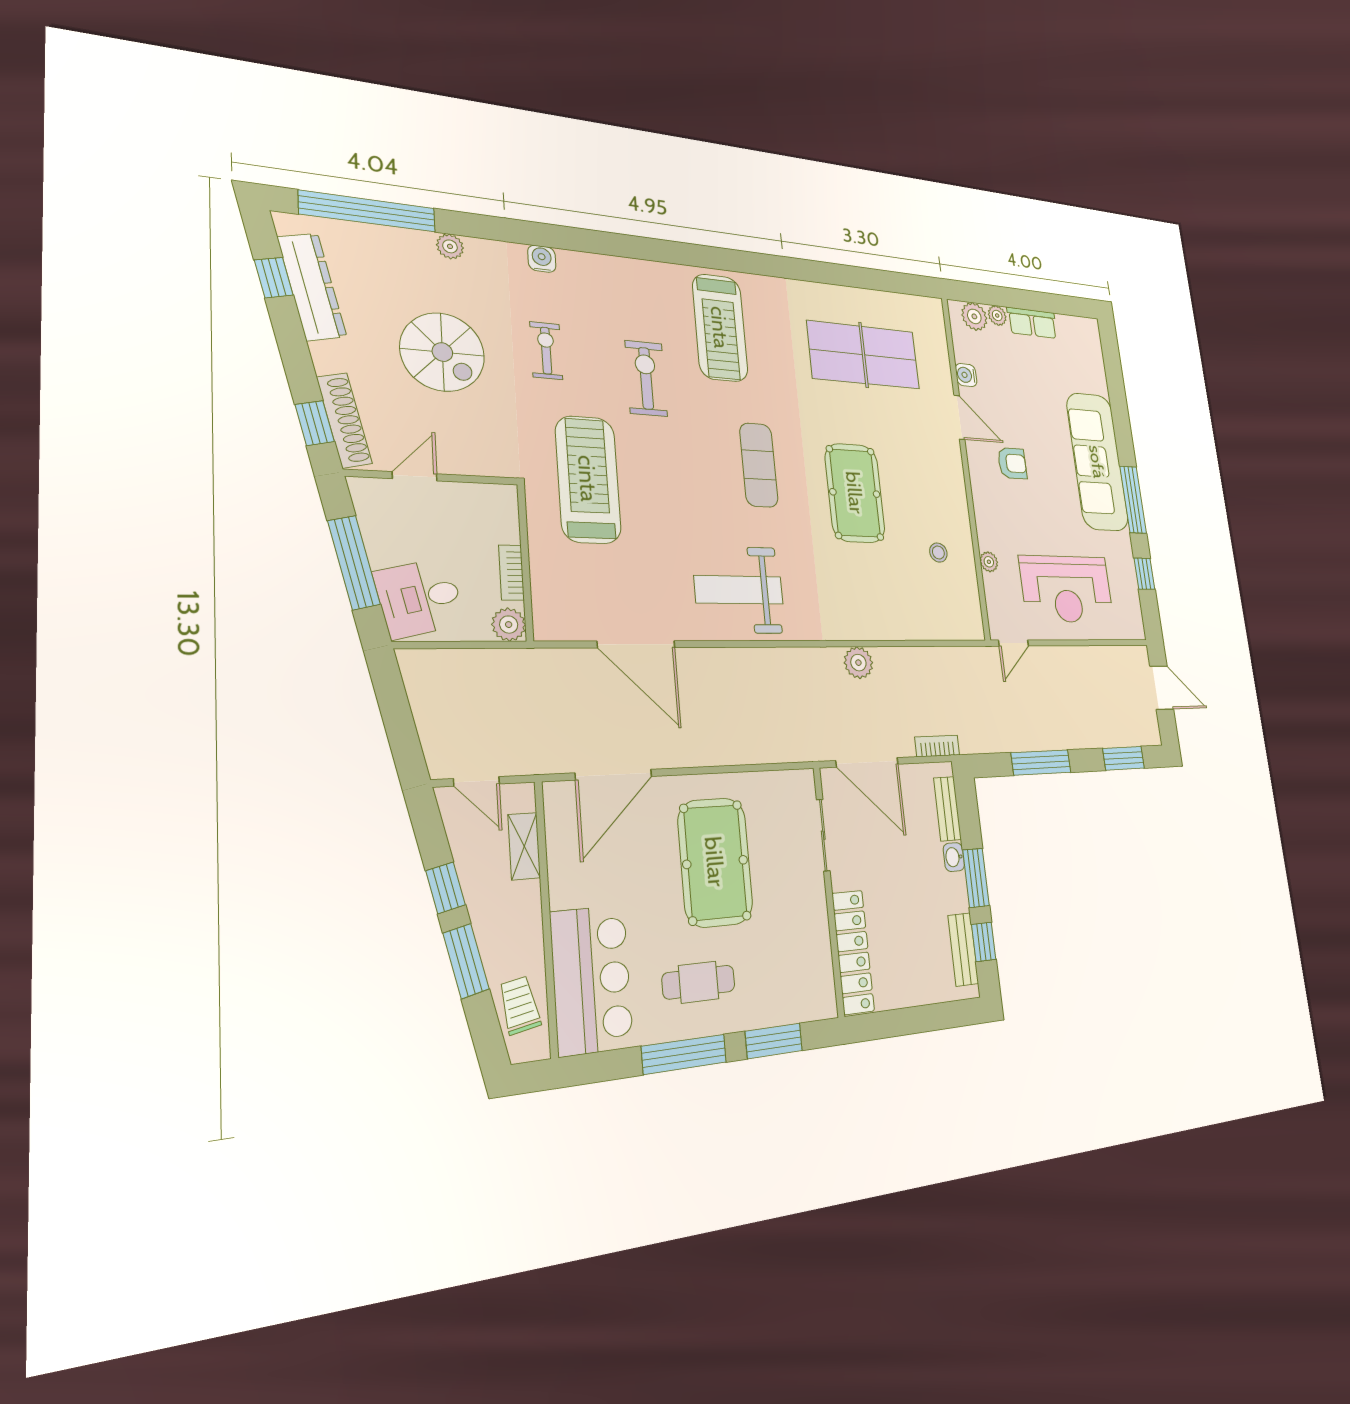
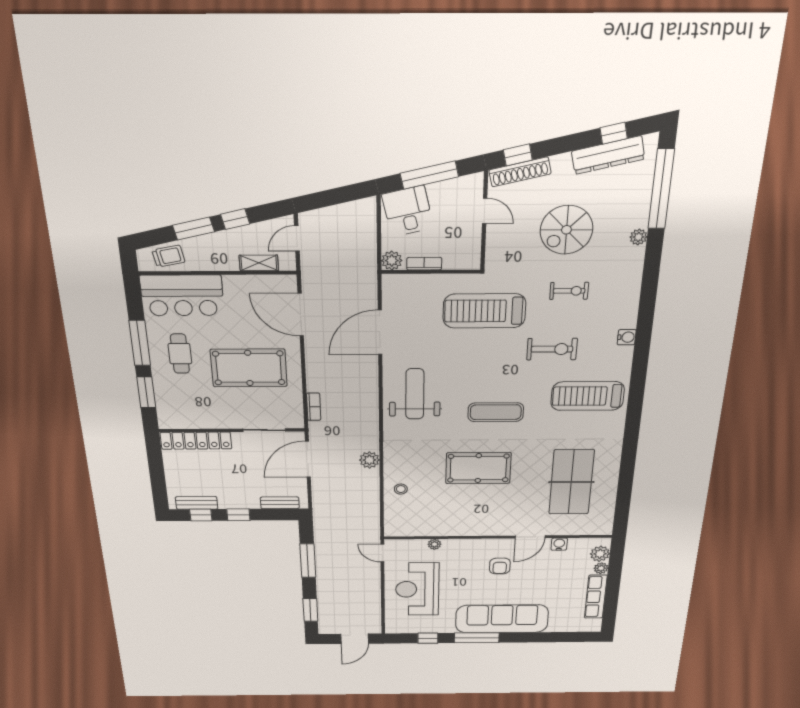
water cooler: (542, 259) -> (627, 337), moved
row of seats: (1032, 323) -> (596, 597), width x1.48
treadmill: (588, 479) -> (484, 311), turned 180
stool: (938, 553) -> (401, 489), moved
bookcase: (937, 746) -> (314, 407), moved
washbasin: (954, 857) -> (251, 503), removed
window: (976, 878) -> (238, 515), width x0.67

